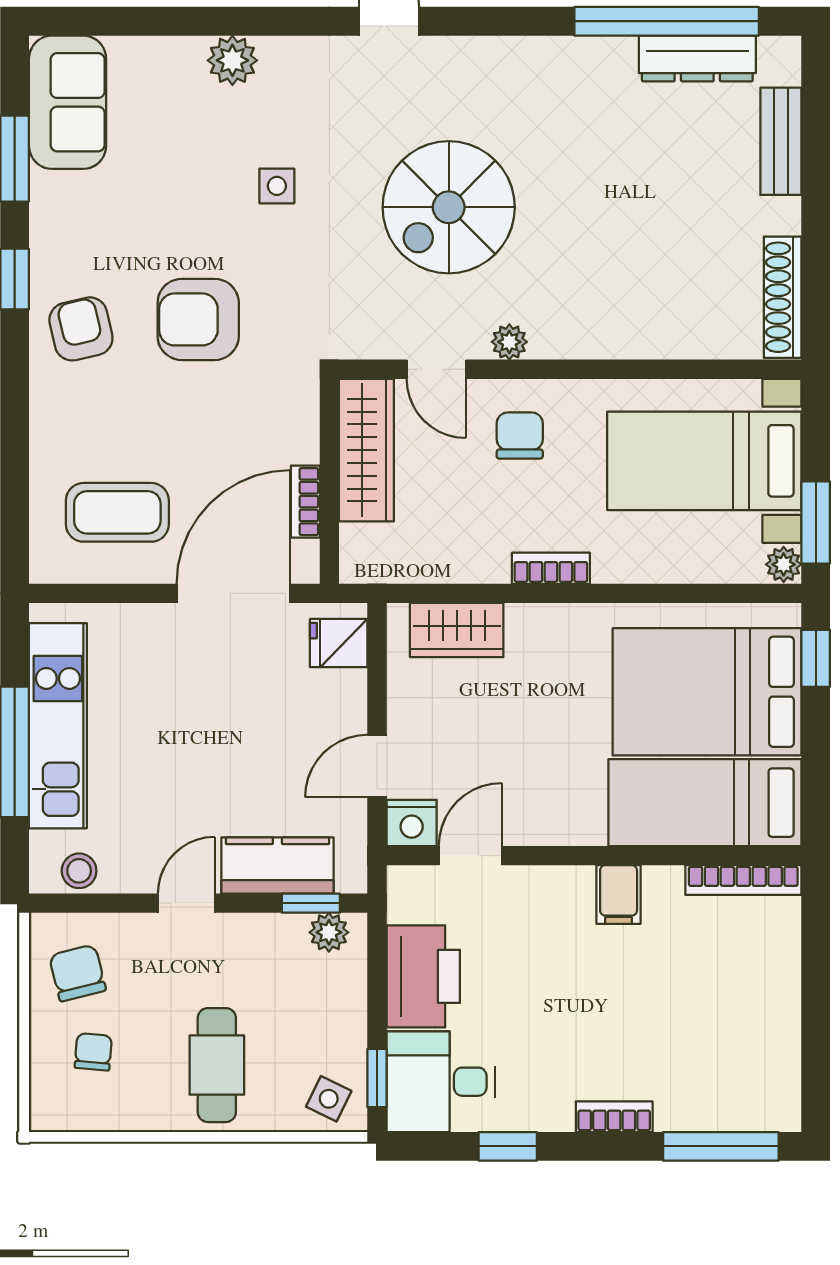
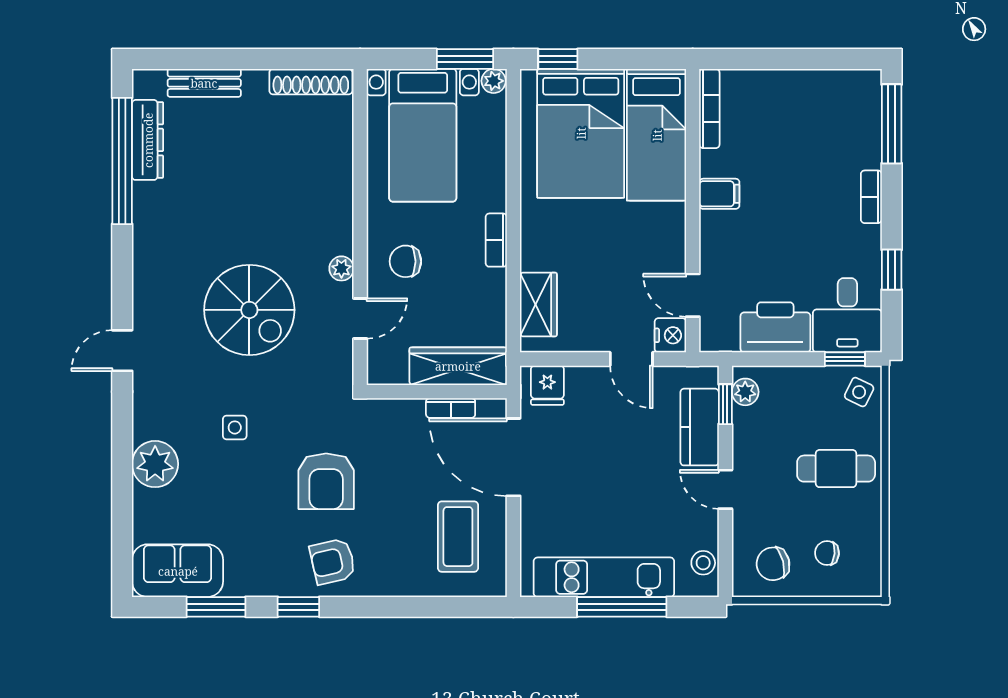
plant: (232, 60) -> (155, 464), width x1.36, depth x1.36
wardrobe: (366, 450) -> (458, 366), moved

